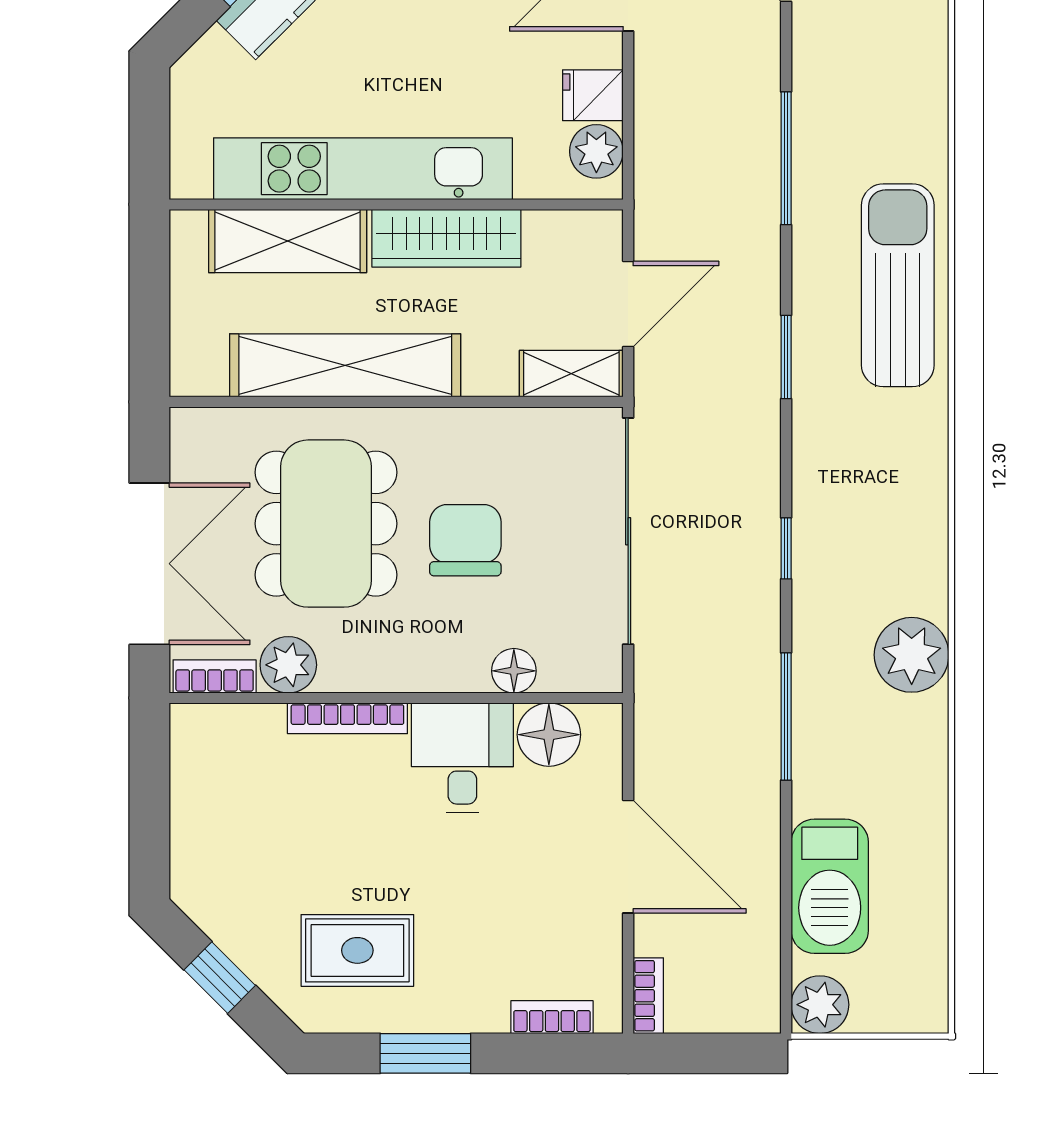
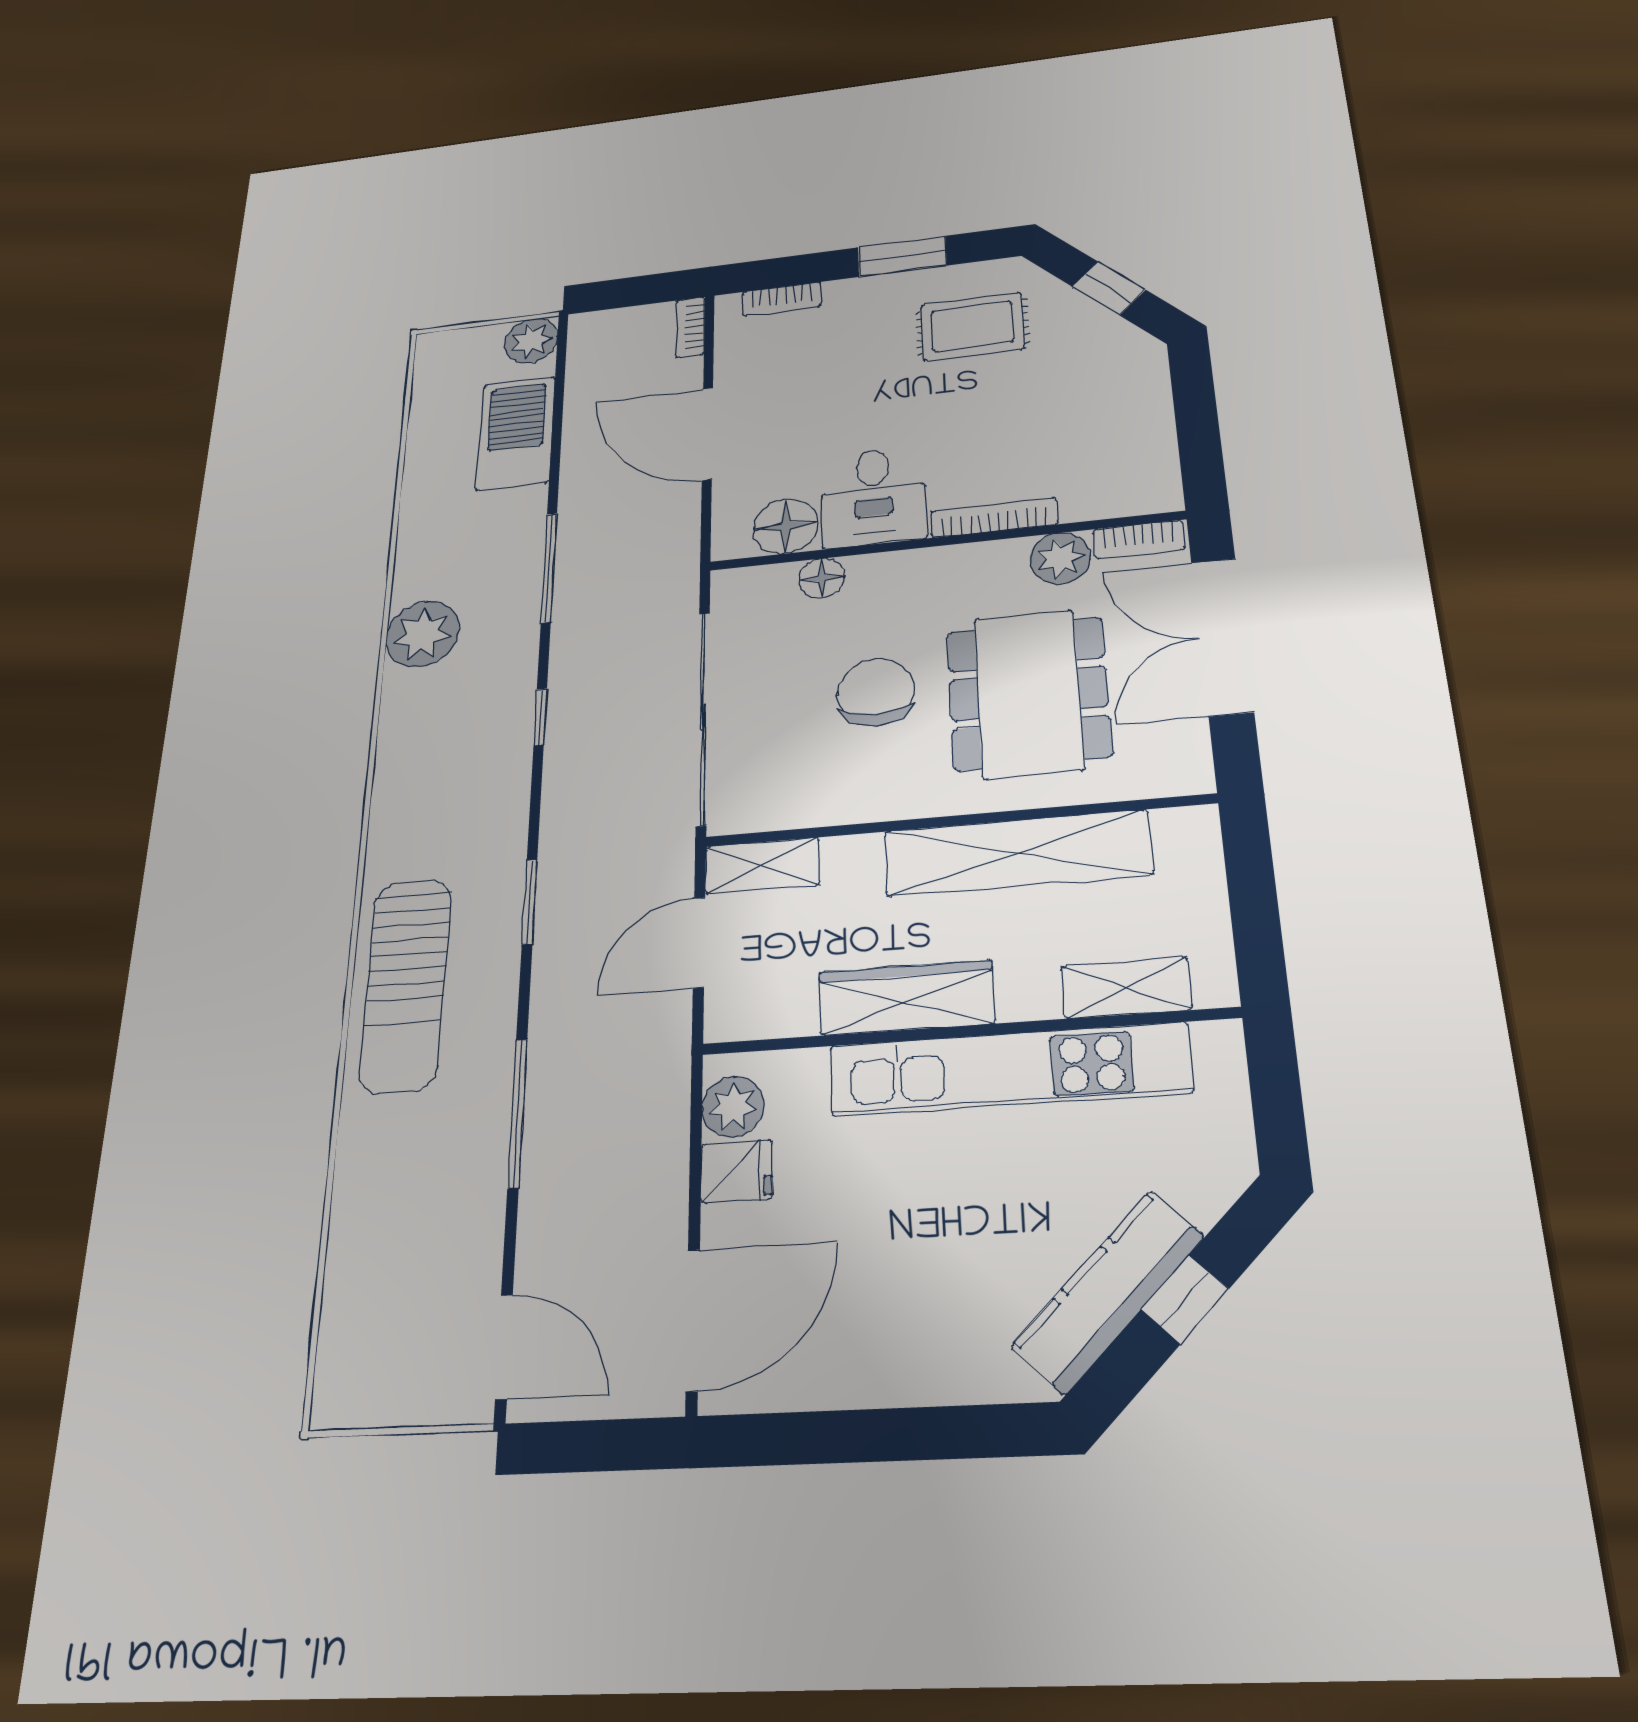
shelving: (288, 241) -> (1126, 988), width x0.67, depth x0.75
chair: (465, 540) -> (876, 692), turned 180

